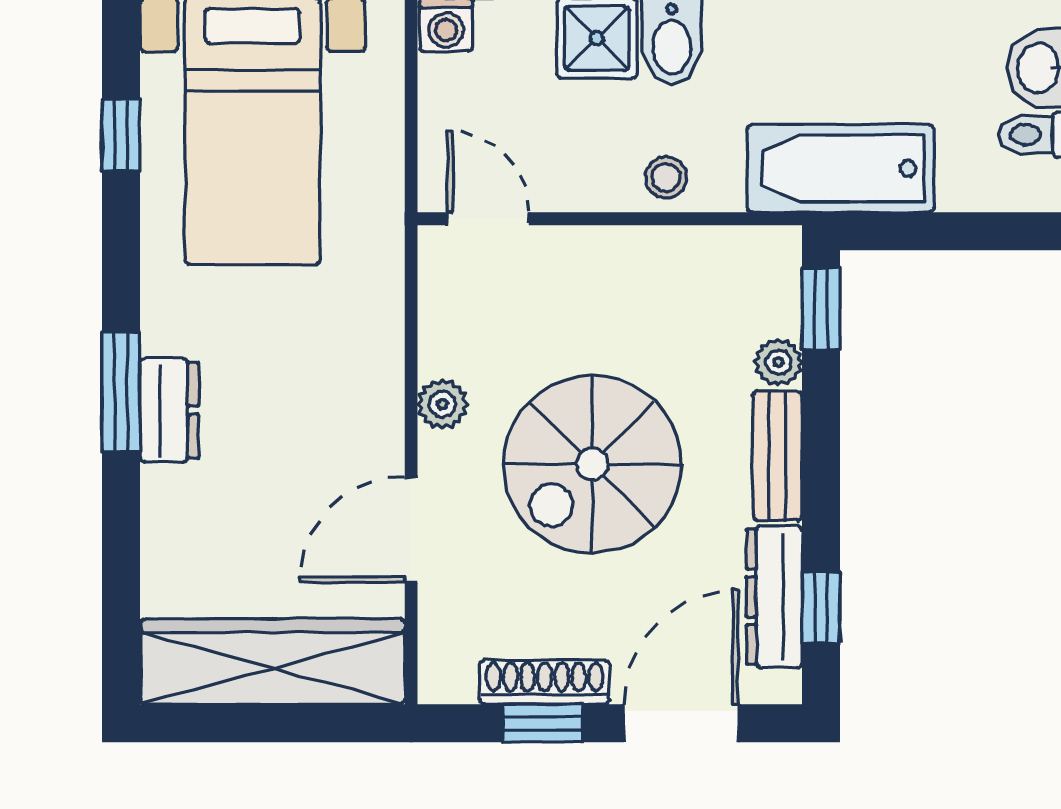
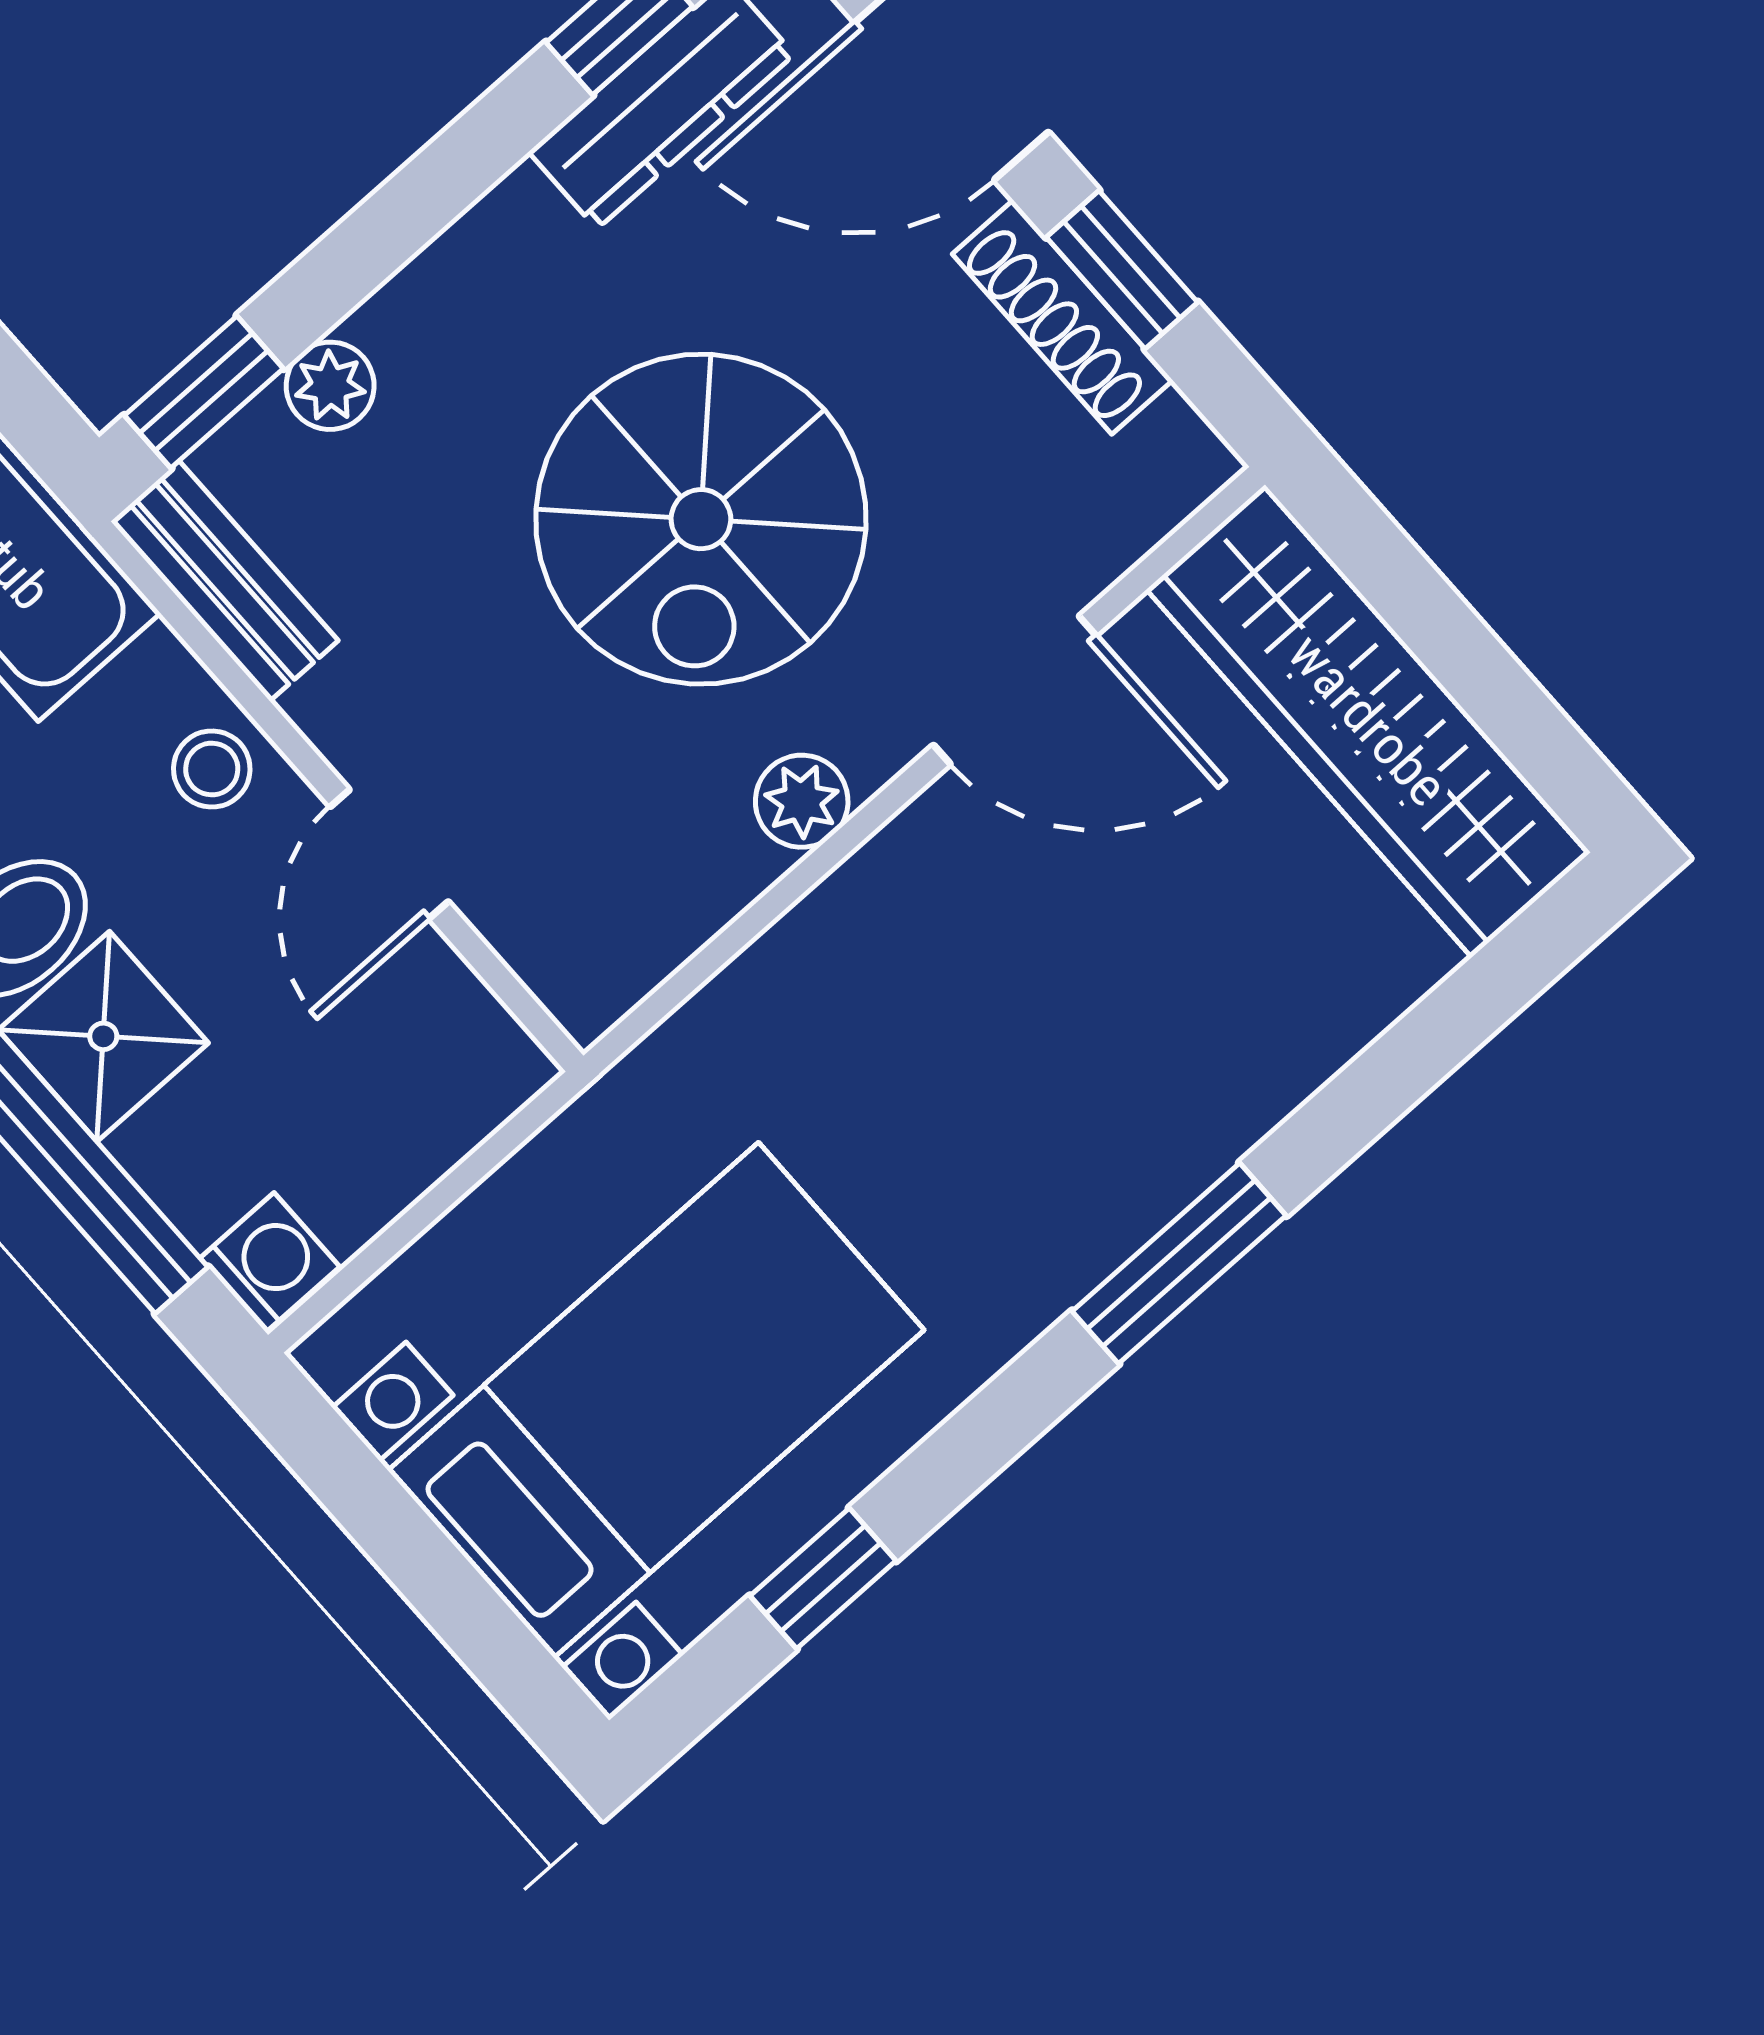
door: (488, 219) -> (389, 854), moved
dresser: (169, 410) -> (1146, 1173), removed
bench: (777, 456) -> (224, 581), moved, turned 90
spiral stairs: (592, 464) -> (701, 519), turned 90

